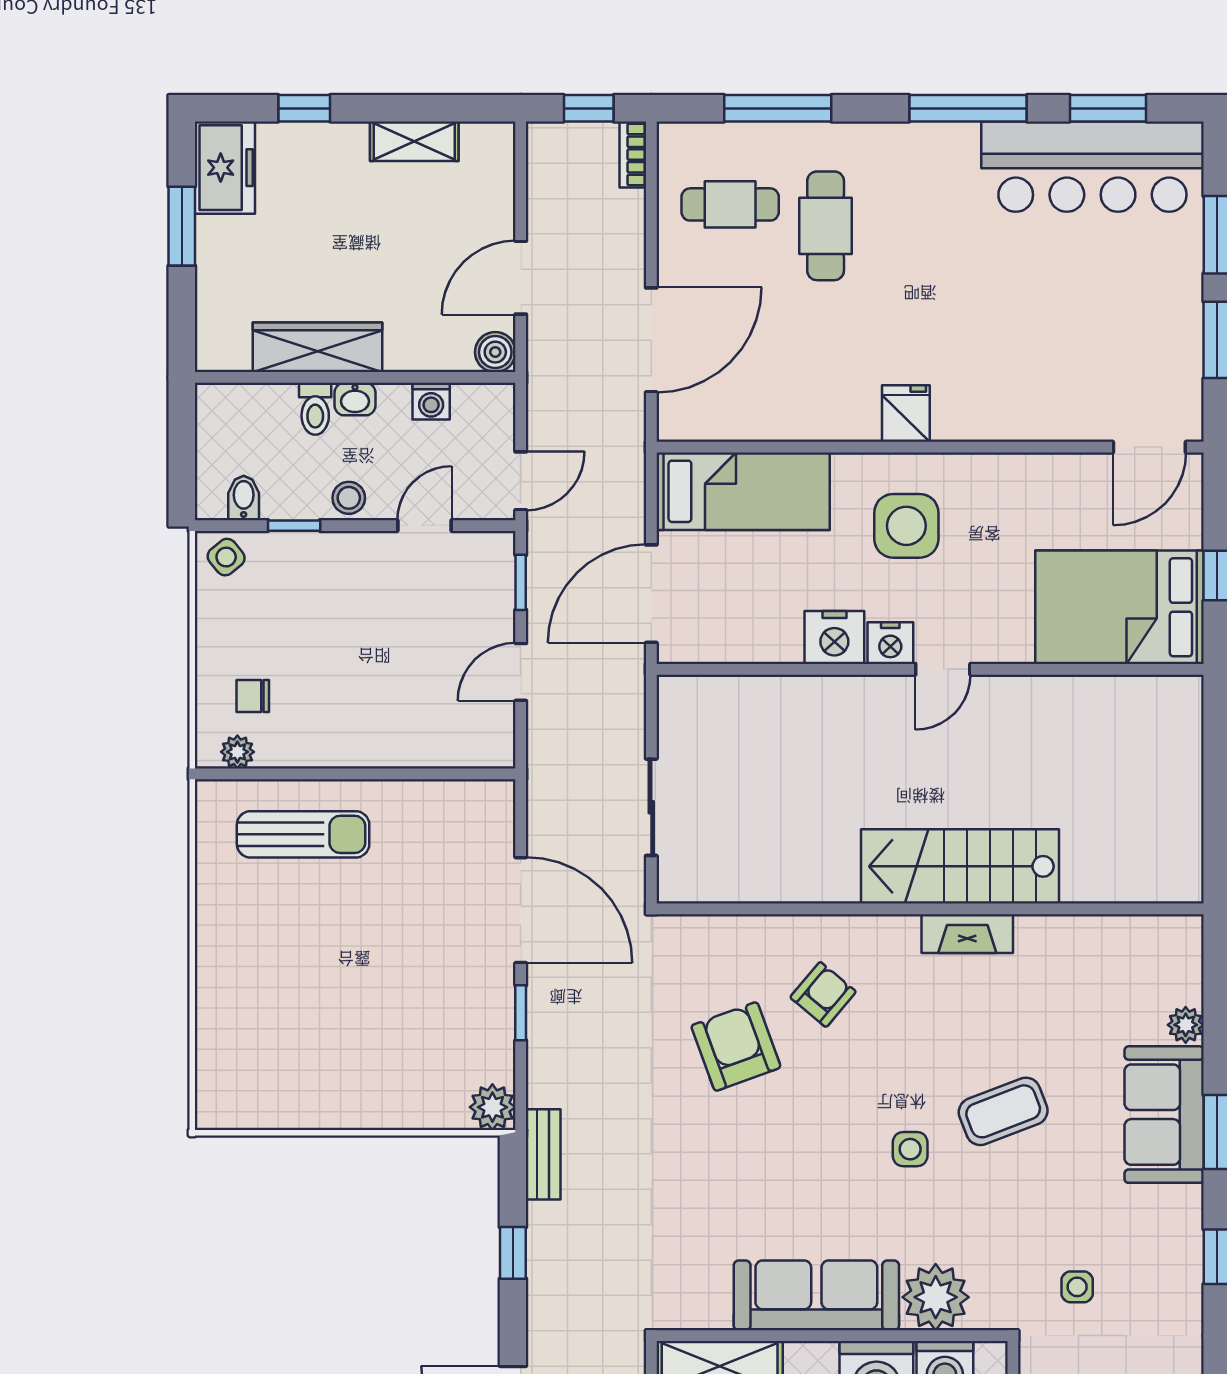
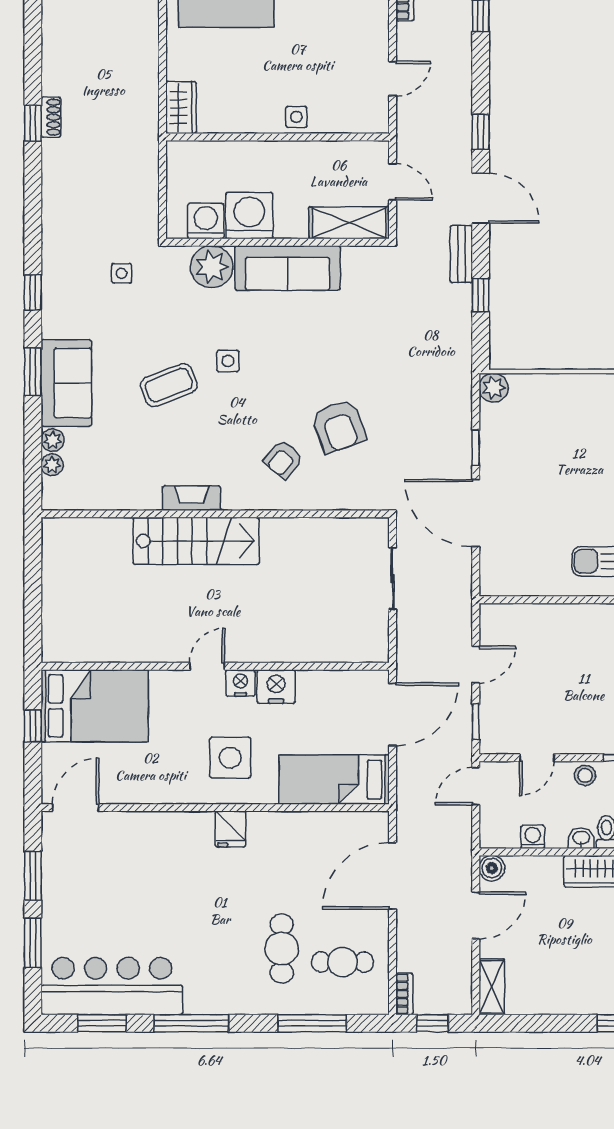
shelving: (414, 141) -> (492, 987), moved, turned 90
plant: (1186, 986) -> (52, 465), added
bench: (543, 1154) -> (461, 254), moved

